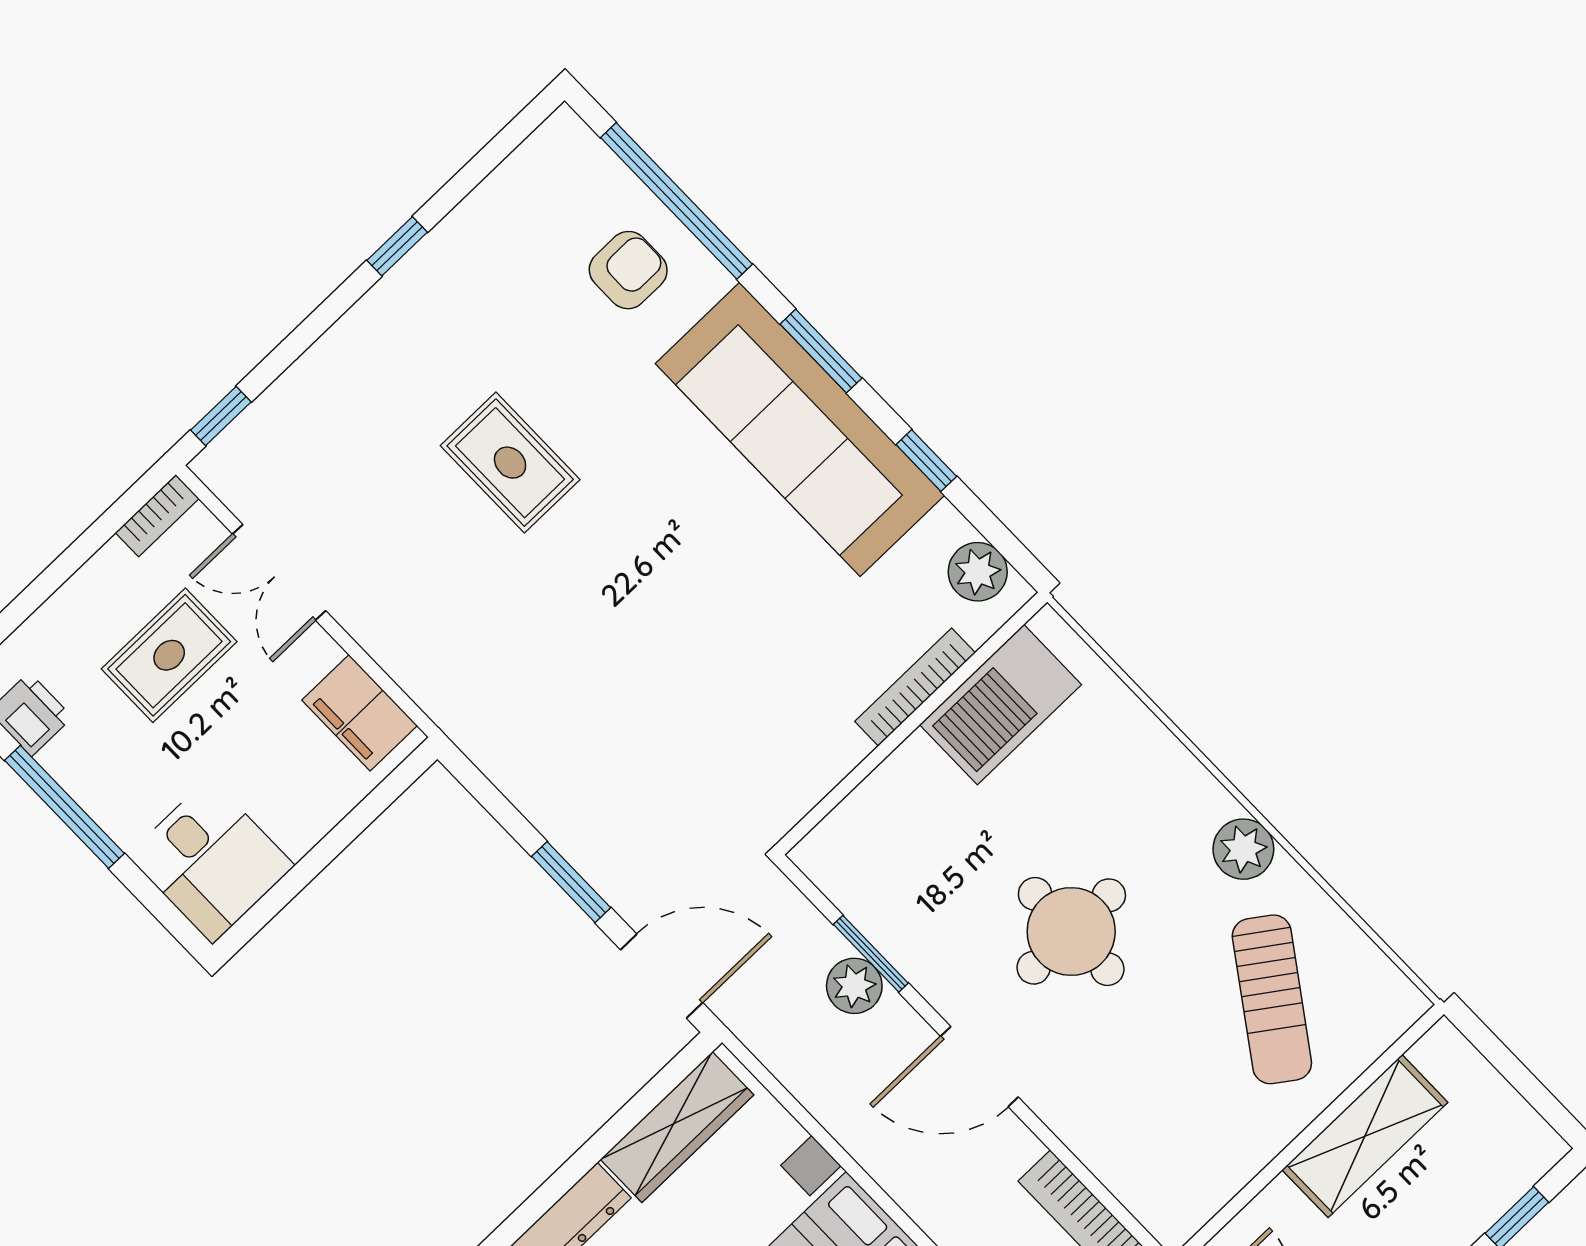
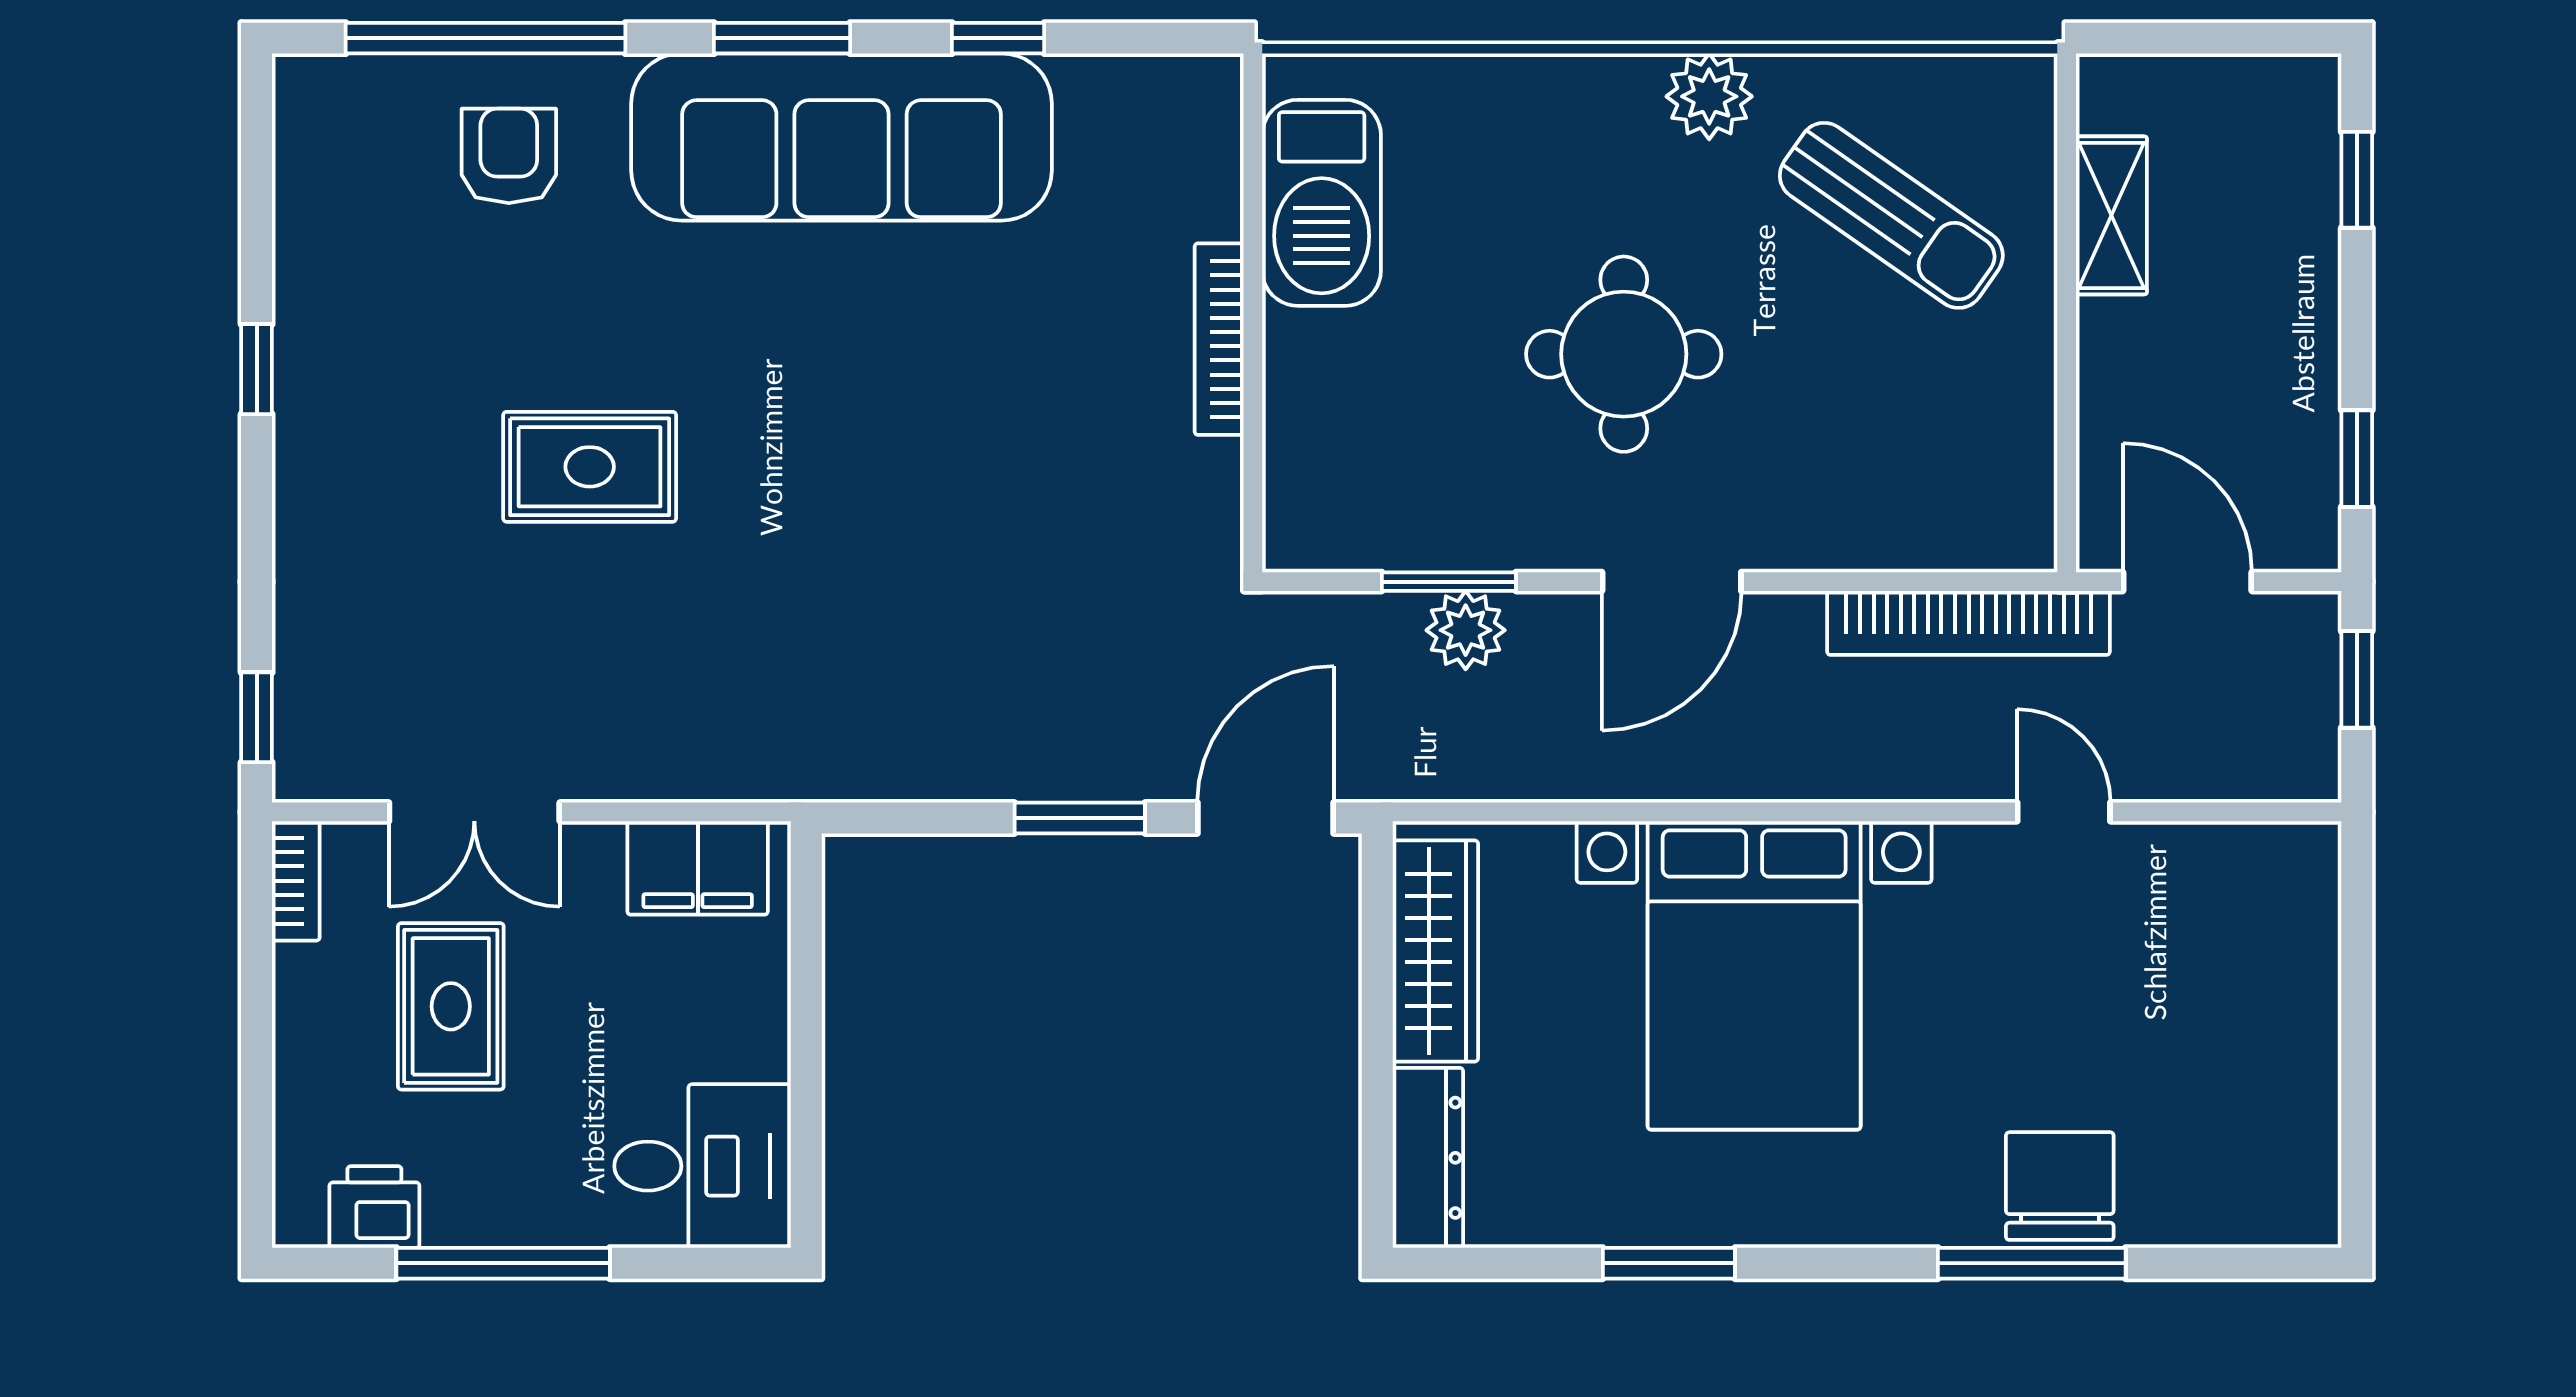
plant: (978, 572) -> (1163, 95), removed
bookcase: (915, 687) -> (1219, 339), moved
shelving: (1365, 1136) -> (2111, 215), width x0.67, depth x0.75

